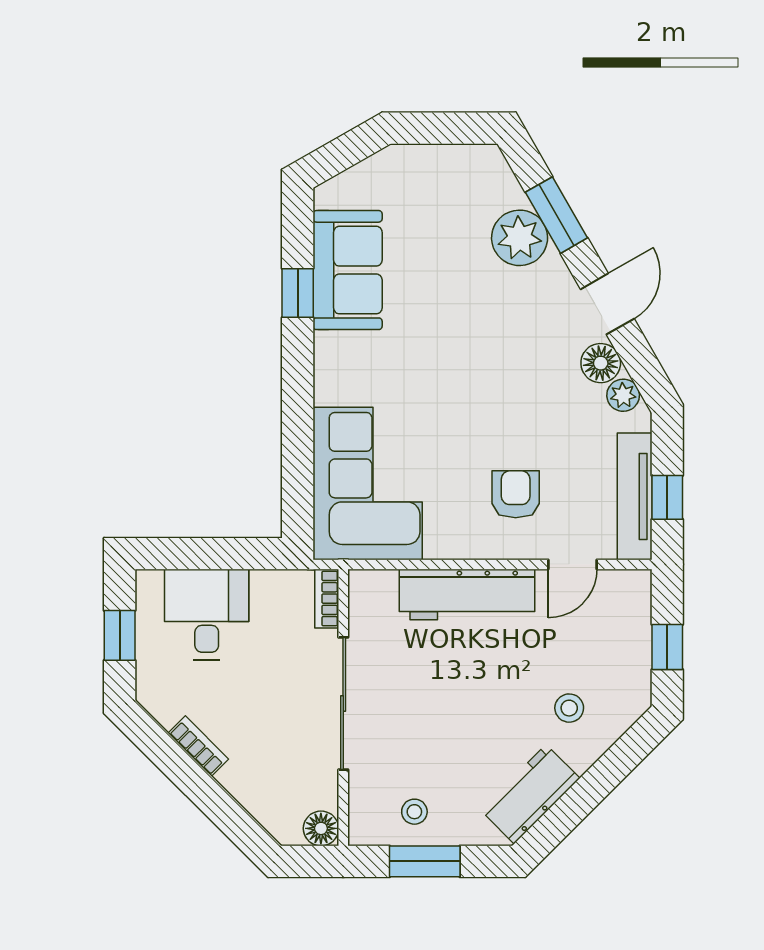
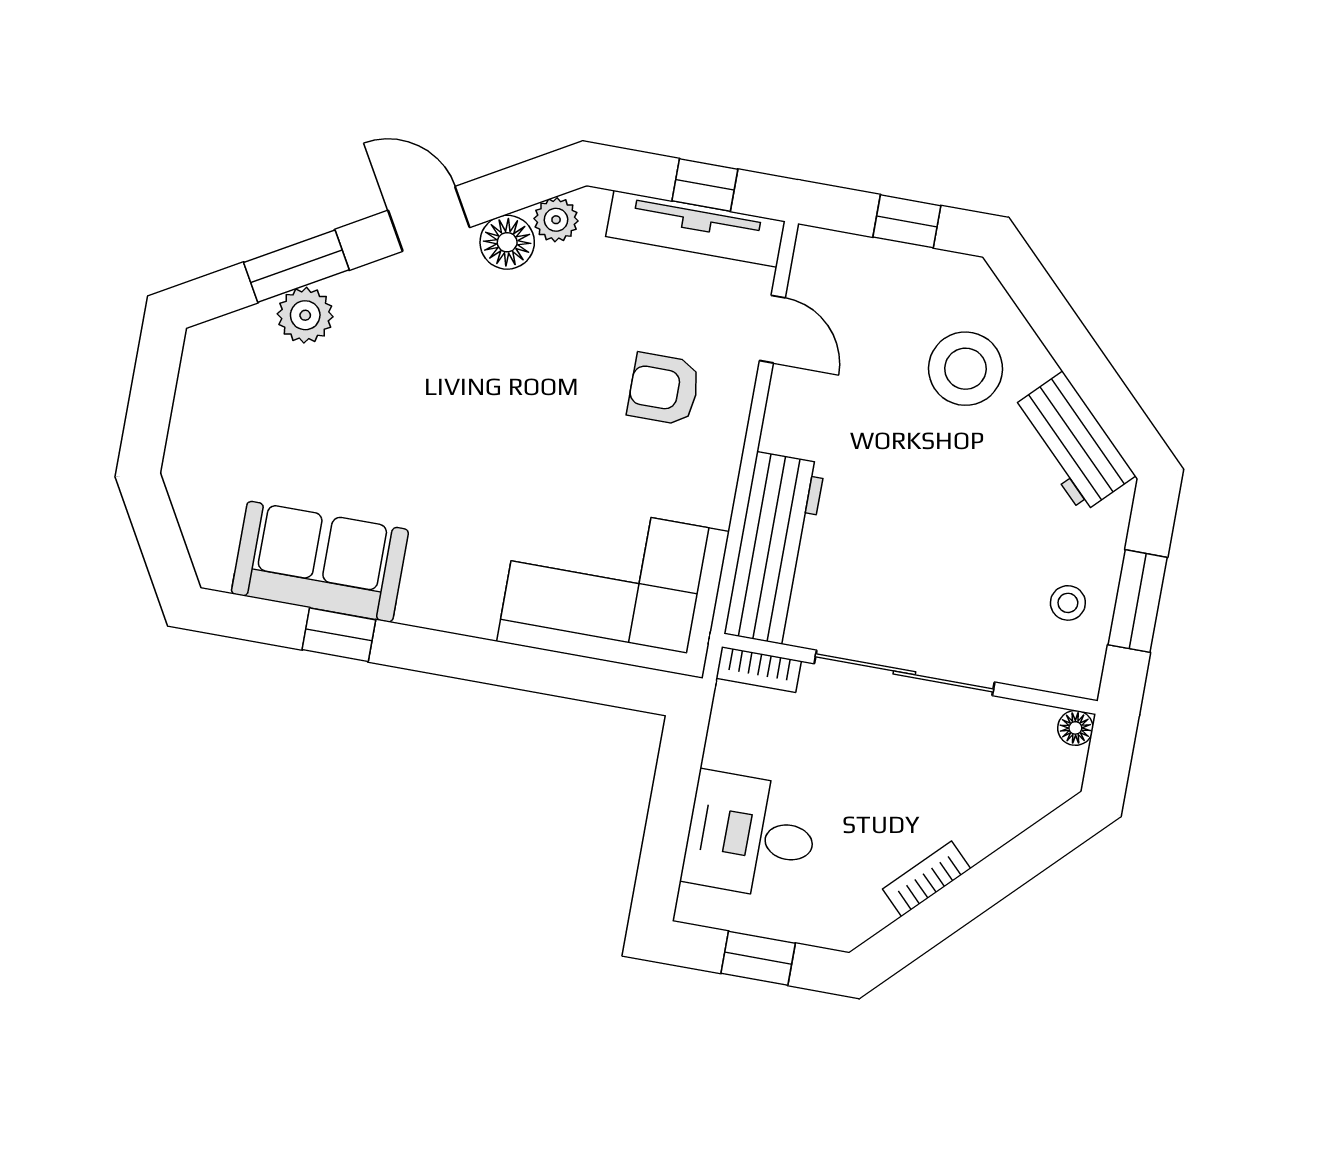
plant: (520, 238) -> (305, 315), width x0.73, depth x0.73
workbench: (467, 594) -> (775, 549), moved
stool: (569, 708) -> (965, 369), width x1.89, depth x1.89
floor lamp: (321, 828) -> (1075, 728), width x0.73, depth x0.73

